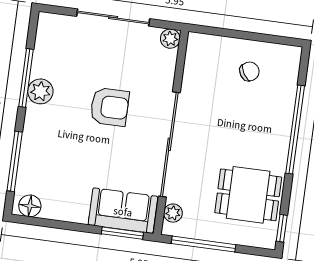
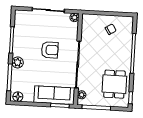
plant: (40, 91) -> (18, 62), moved
dining table: (248, 195) -> (114, 84), turned 90
sofa: (123, 211) -> (54, 95), width x1.36

